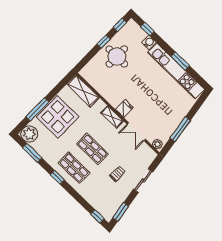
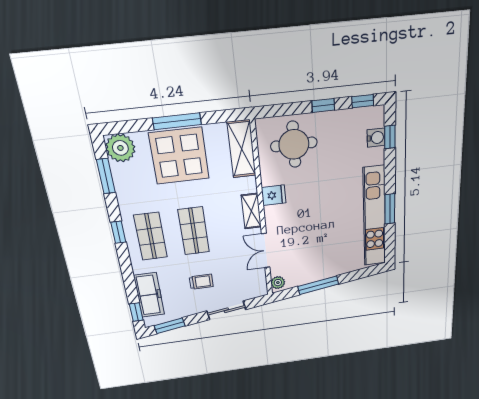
water cooler: (149, 42) -> (376, 138), moved
round table: (117, 57) -> (294, 144), moved
window: (37, 109) -> (177, 121), moved
fridge: (124, 109) -> (274, 195), moved
freezer: (97, 201) -> (149, 295), added

